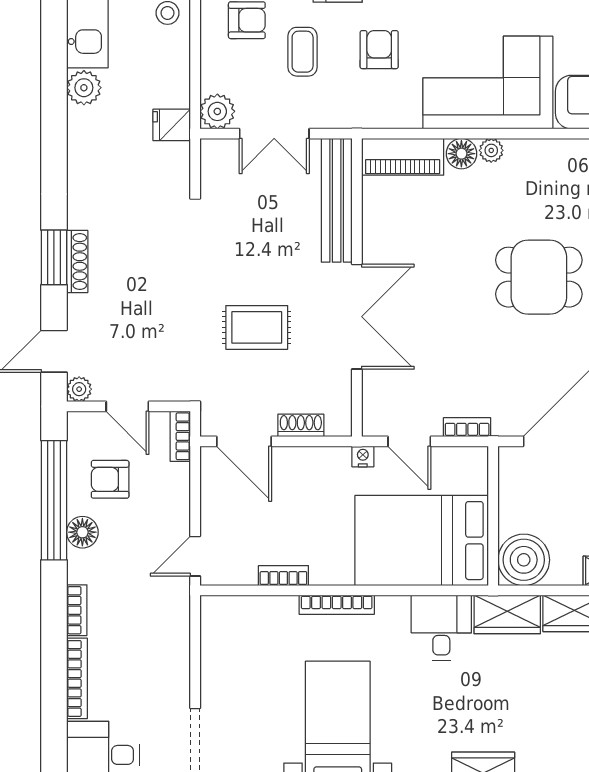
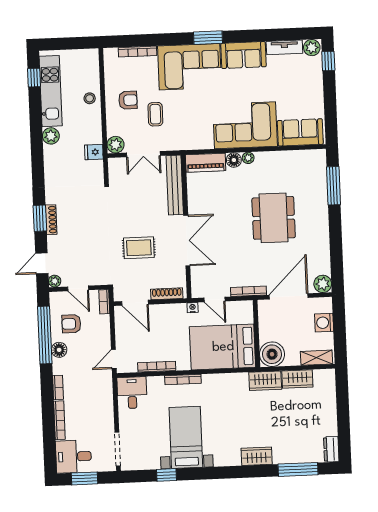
armchair: (379, 50) -> (192, 112), removed
dining table: (539, 277) -> (274, 218), width x1.37
shoe rack: (301, 425) -> (167, 294), width x1.43
bookcase: (467, 427) -> (248, 291), width x1.56
bookcase: (283, 576) -> (157, 367), width x1.56
desk: (441, 628) -> (132, 393), moved

